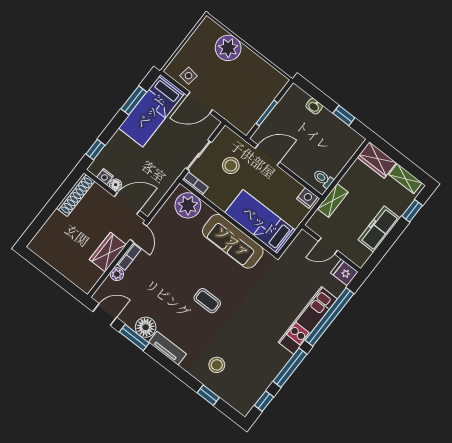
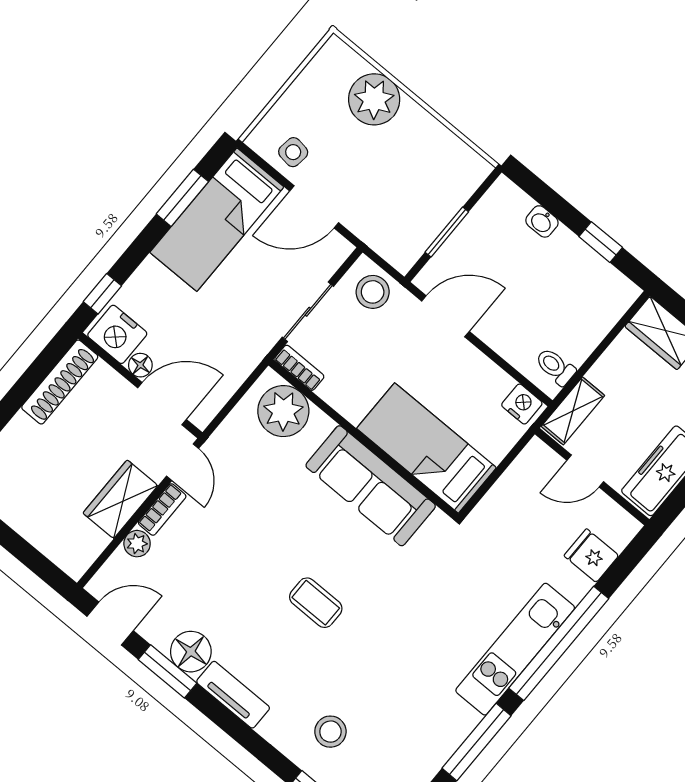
stool: (231, 165) -> (373, 292), moved
nightstand: (105, 177) -> (117, 334), width x1.89, depth x1.79
door: (328, 246) -> (585, 471), moved
wall: (331, 249) -> (592, 477), moved

